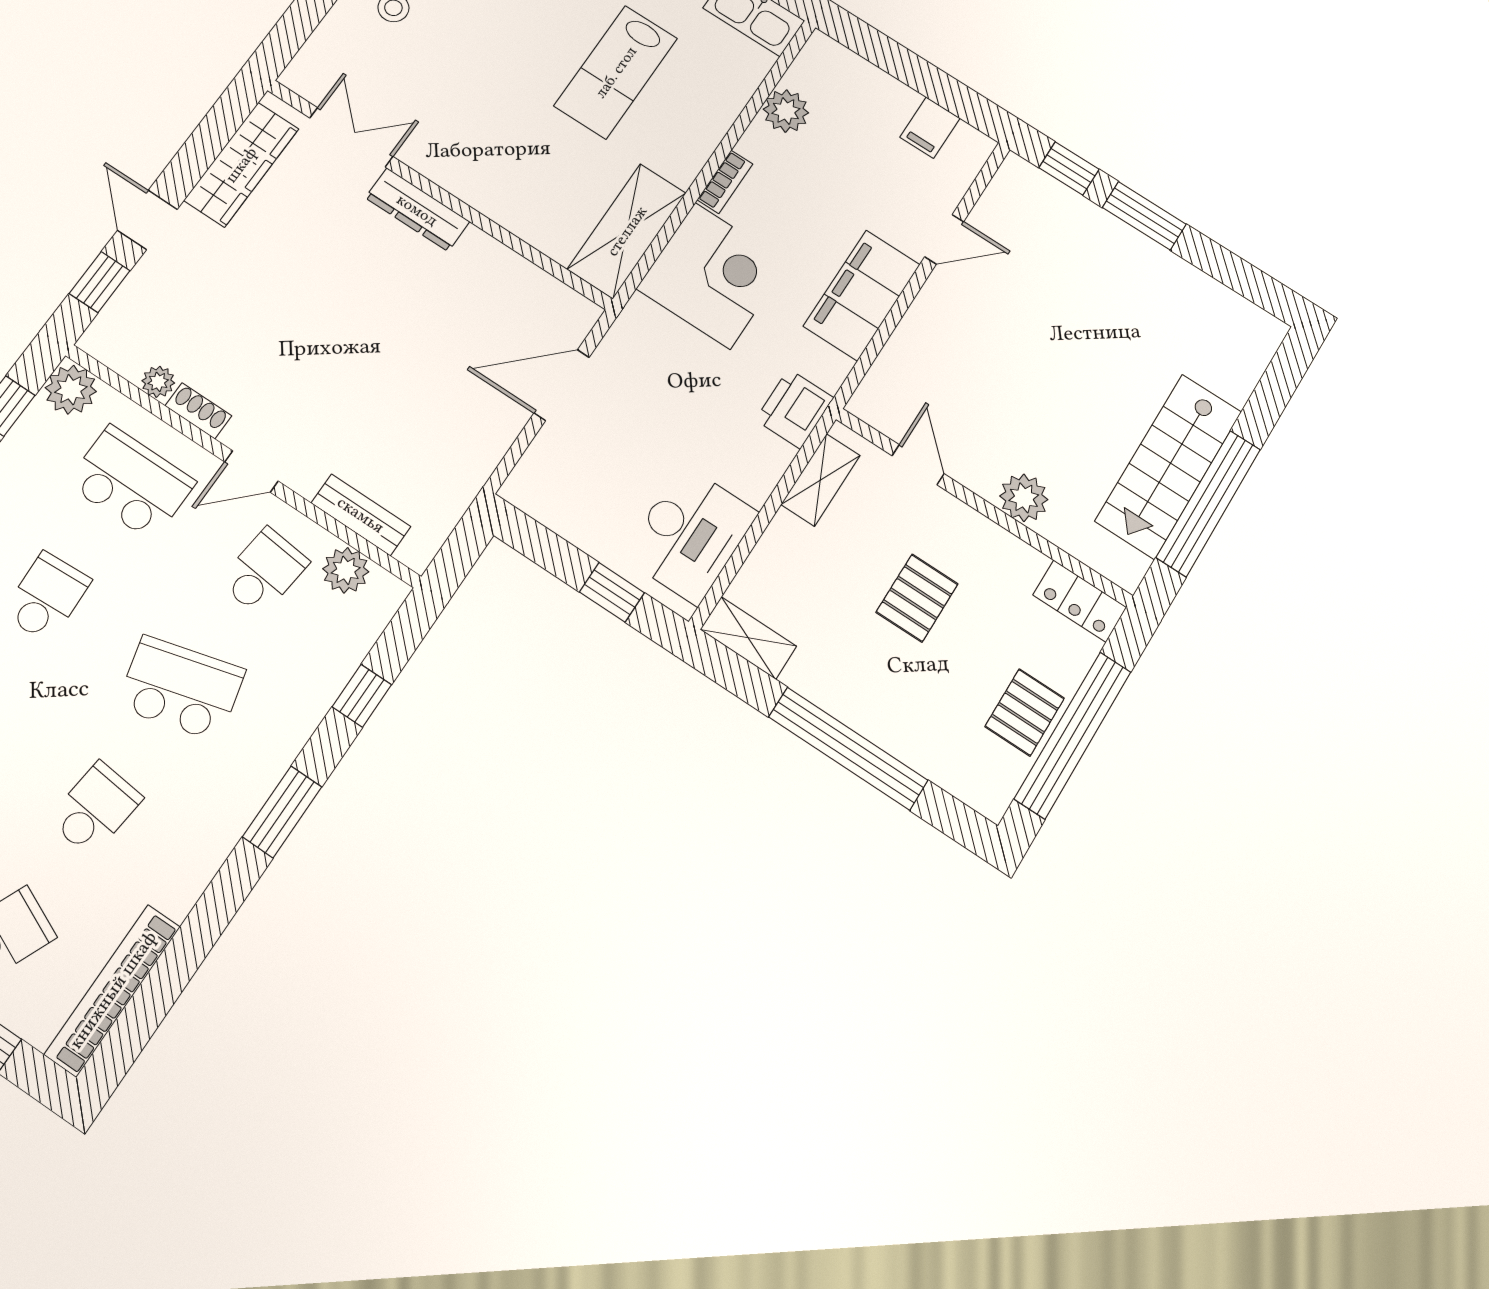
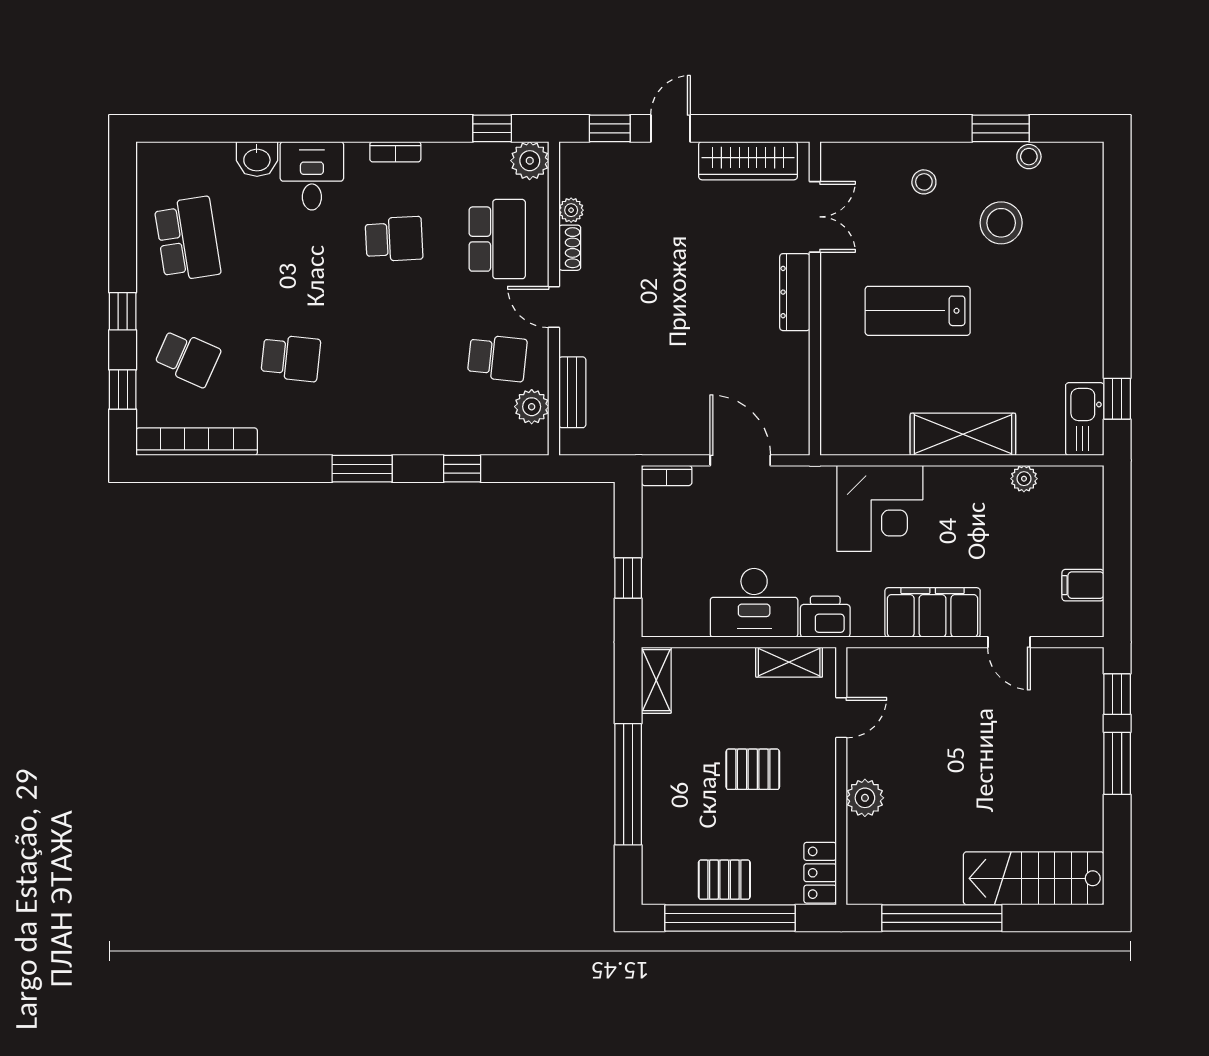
lab bench: (616, 72) -> (918, 311), moved
plant: (786, 111) -> (1024, 479), width x0.73, depth x0.73
bookcase: (725, 182) -> (667, 475), moved
shelving: (627, 231) -> (963, 434), moved
stairs: (1169, 466) -> (1034, 878), moved
desk: (690, 534) -> (754, 603), moved
school desk: (181, 688) -> (394, 358), removed

